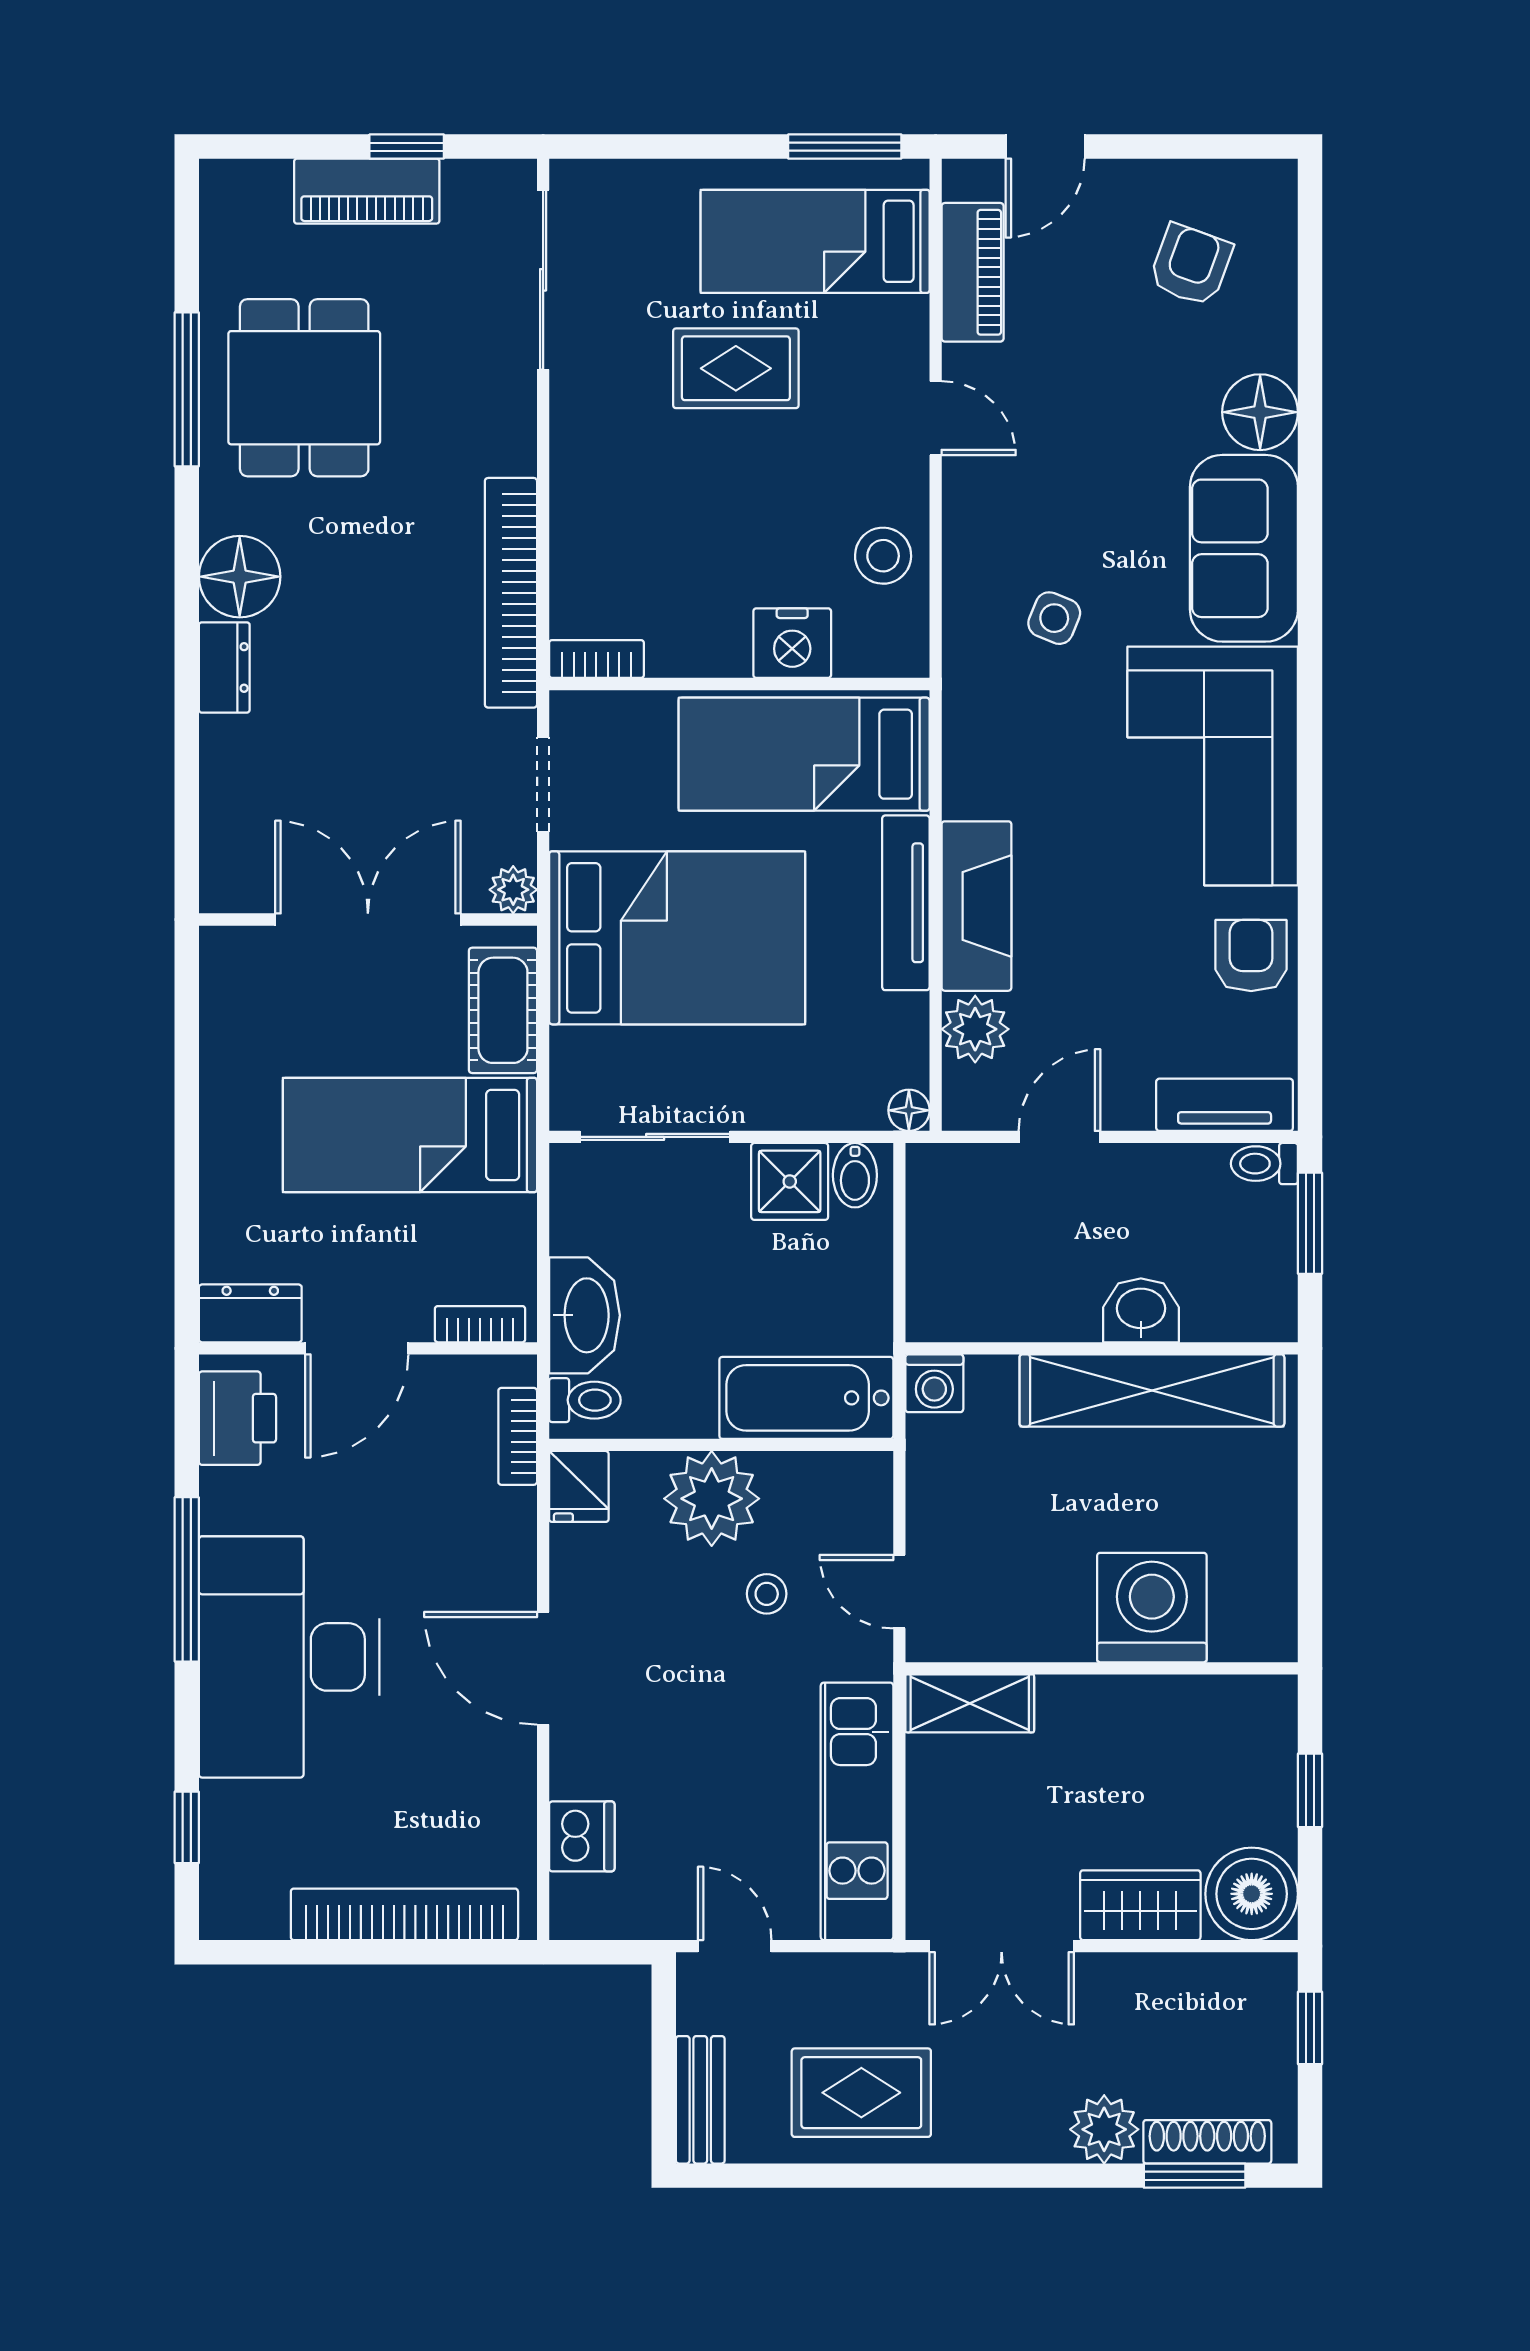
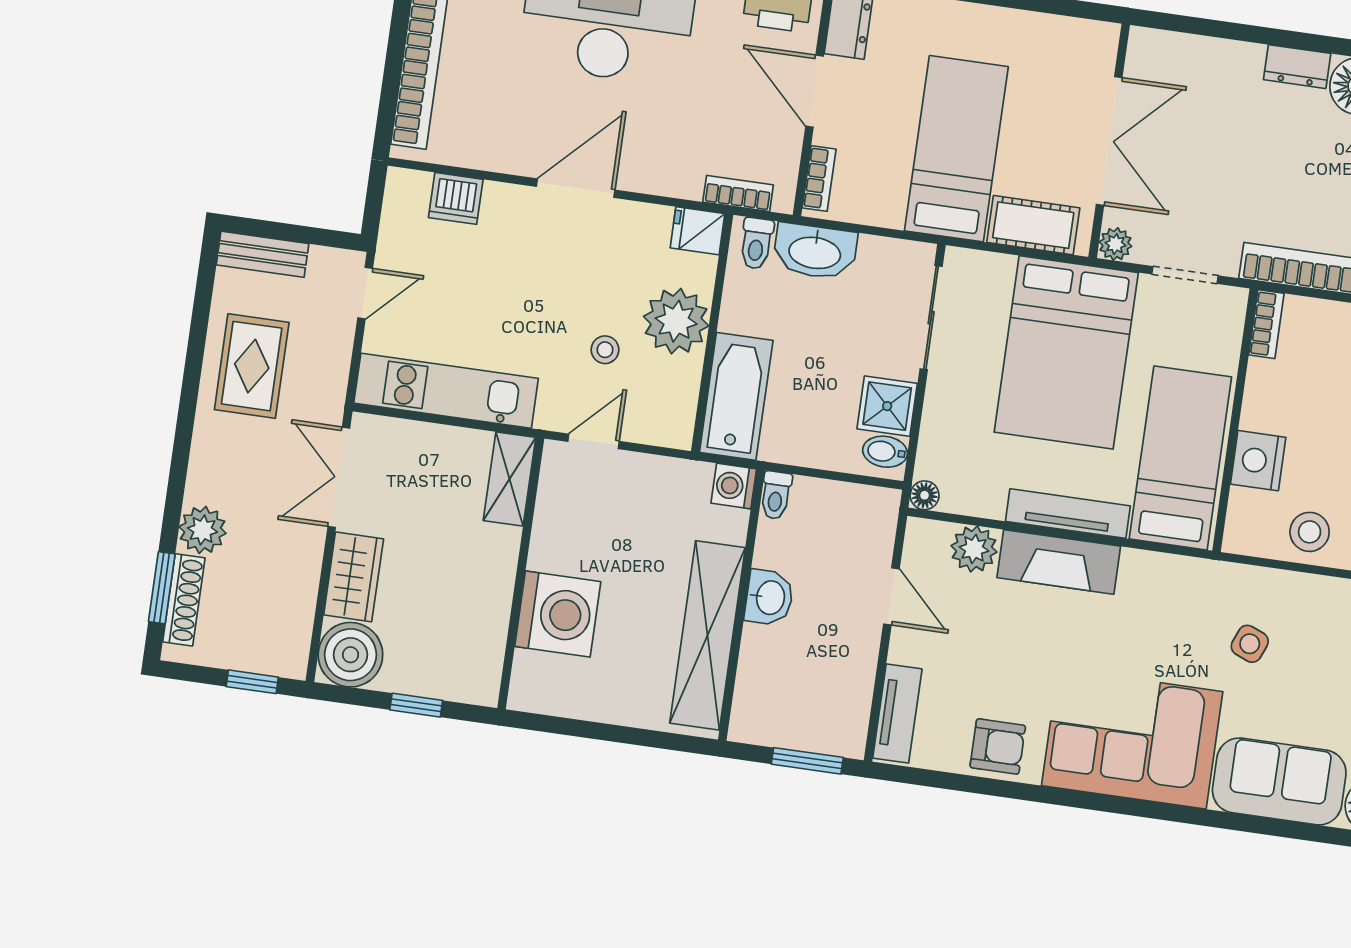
toilet: (1264, 1164) -> (776, 495), moved, turned 180
washbasin: (1141, 1310) -> (769, 597), moved

